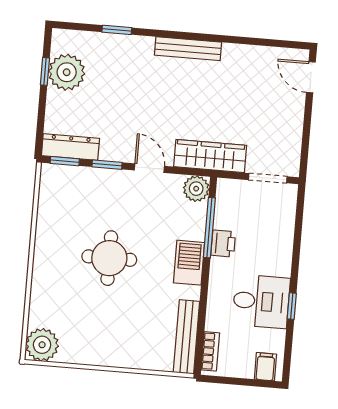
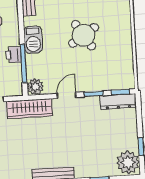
plant: (67, 72) -> (128, 162), moved
door: (149, 168) -> (67, 95), swing flipped
round table: (109, 258) -> (84, 35), turned -33

